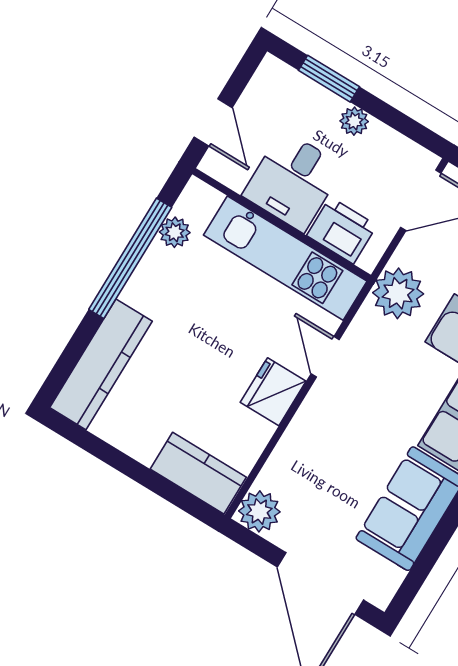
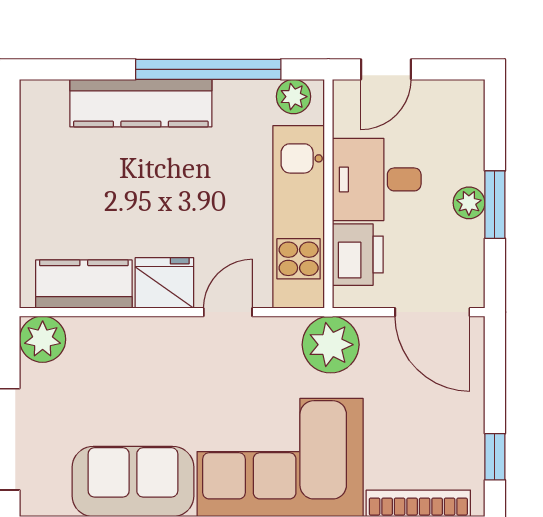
window: (329, 79) -> (495, 205), moved
plant: (175, 232) -> (294, 97), moved
kitchen counter: (101, 364) -> (141, 103), moved
kitchen counter: (198, 473) -> (84, 284), moved, turned -90

